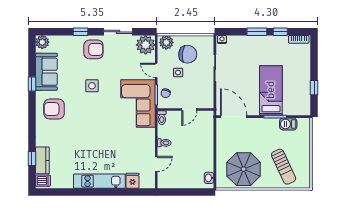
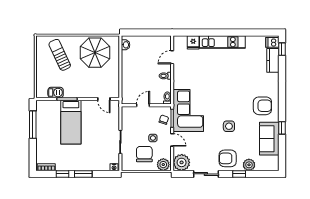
plant: (42, 42) -> (249, 165), moved
chair: (188, 54) -> (144, 154), turned 84
window: (314, 88) -> (33, 125), width x2.17
door: (234, 117) -> (104, 99), width x0.53
window: (32, 158) -> (282, 49), moved

